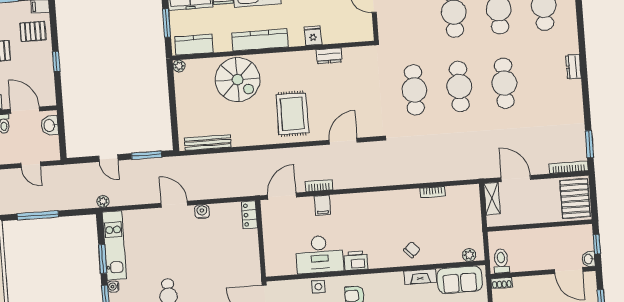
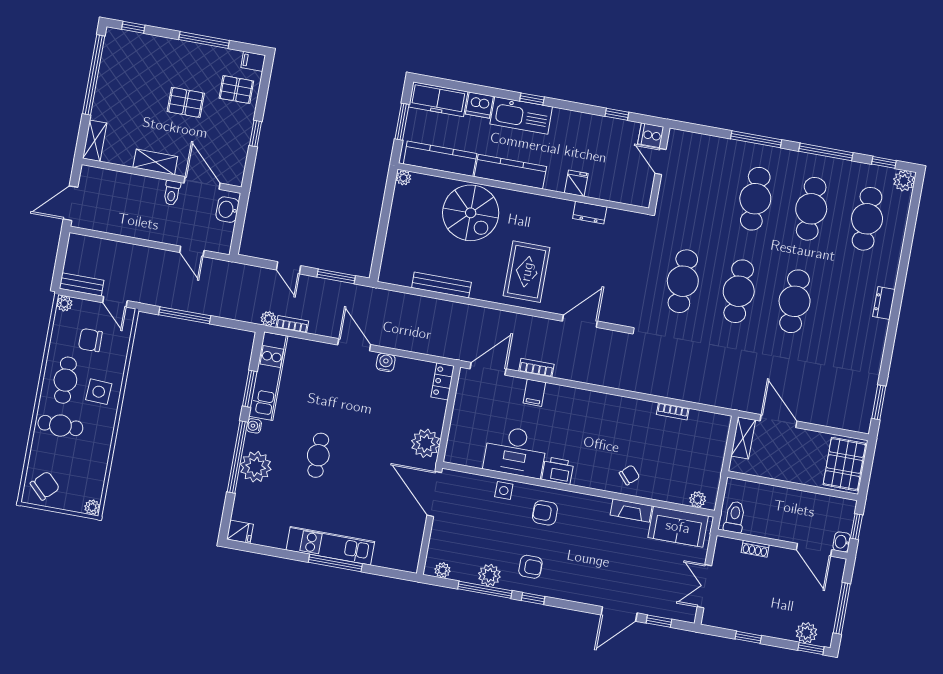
kitchen counter: (194, 45) -> (440, 159), width x1.50
bench: (208, 143) -> (441, 285), moved
bookcase: (569, 167) -> (292, 324), moved, width x0.64
plant: (249, 266) -> (426, 443), added
shoe rack: (502, 283) -> (755, 549), moved

